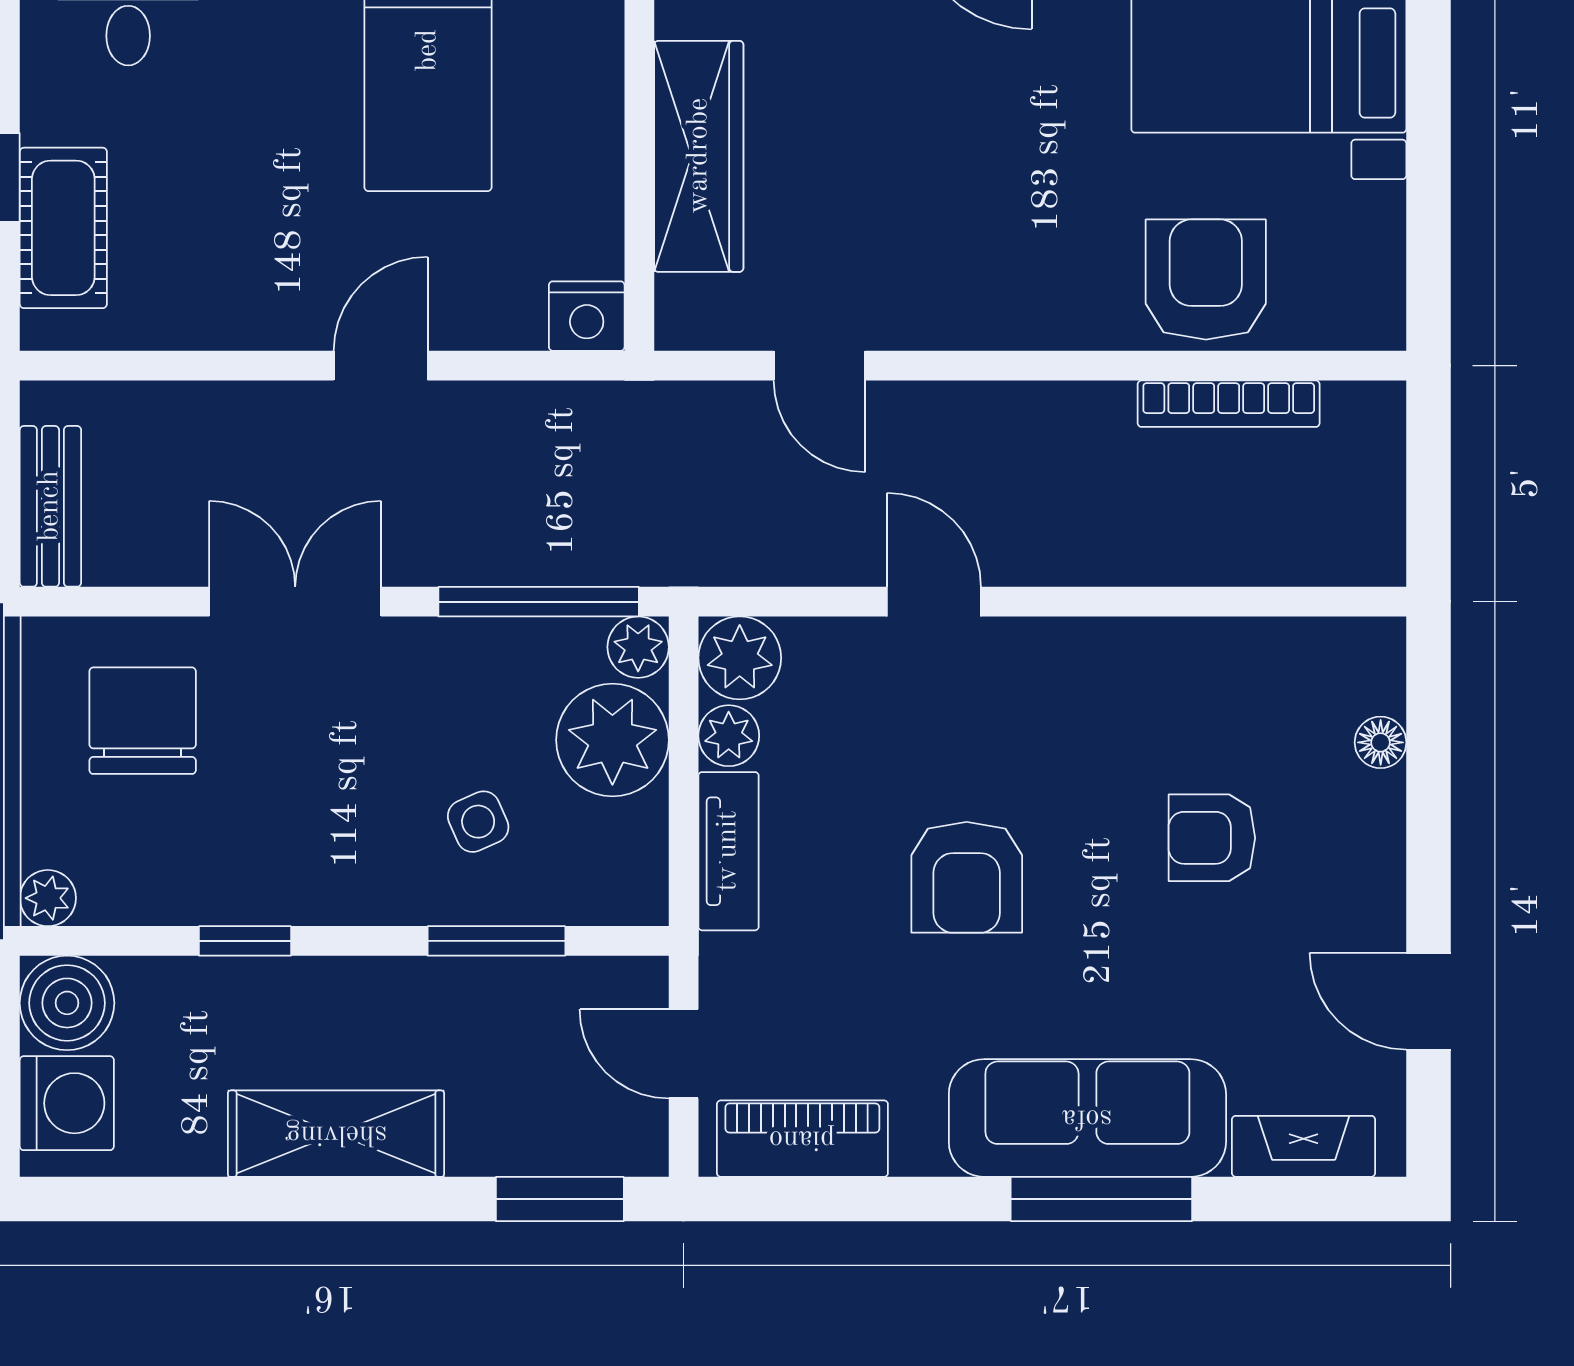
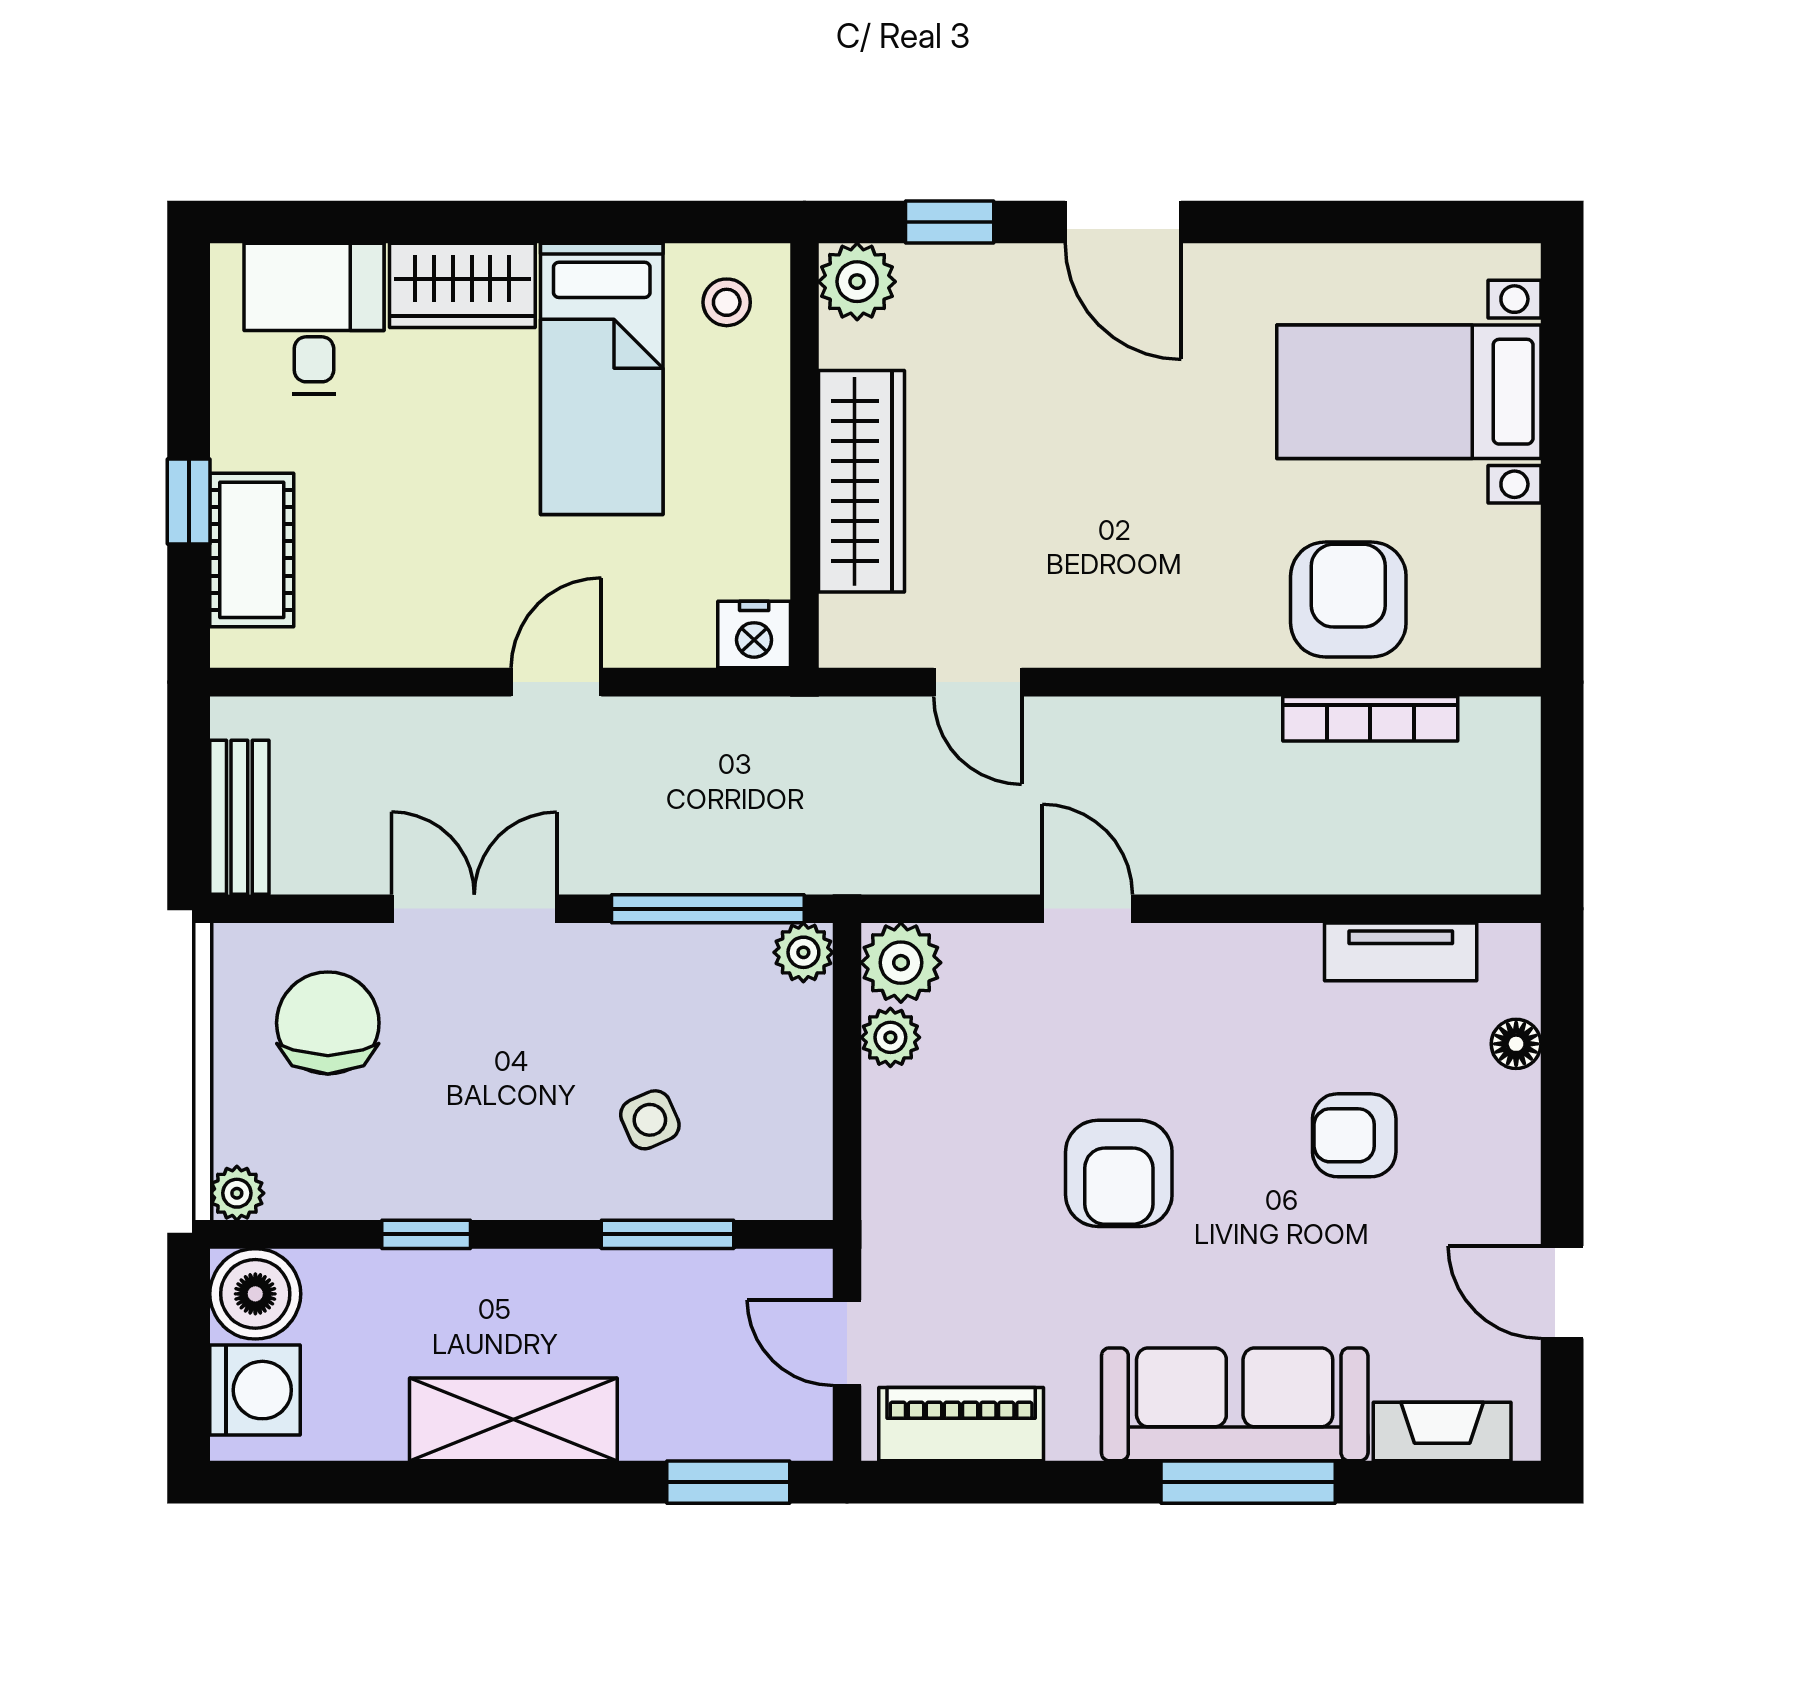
plant: (612, 740) -> (779, 1041), removed
tv unit: (728, 851) -> (1401, 952), moved, turned 90

